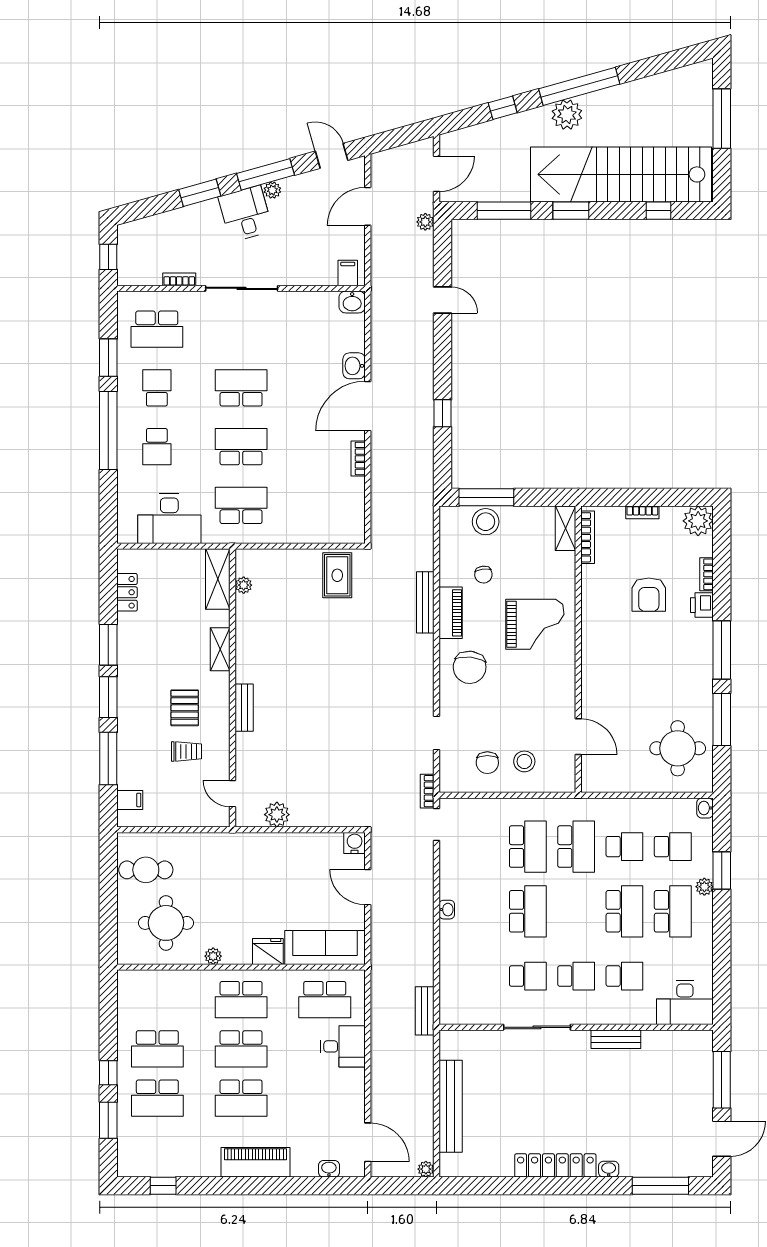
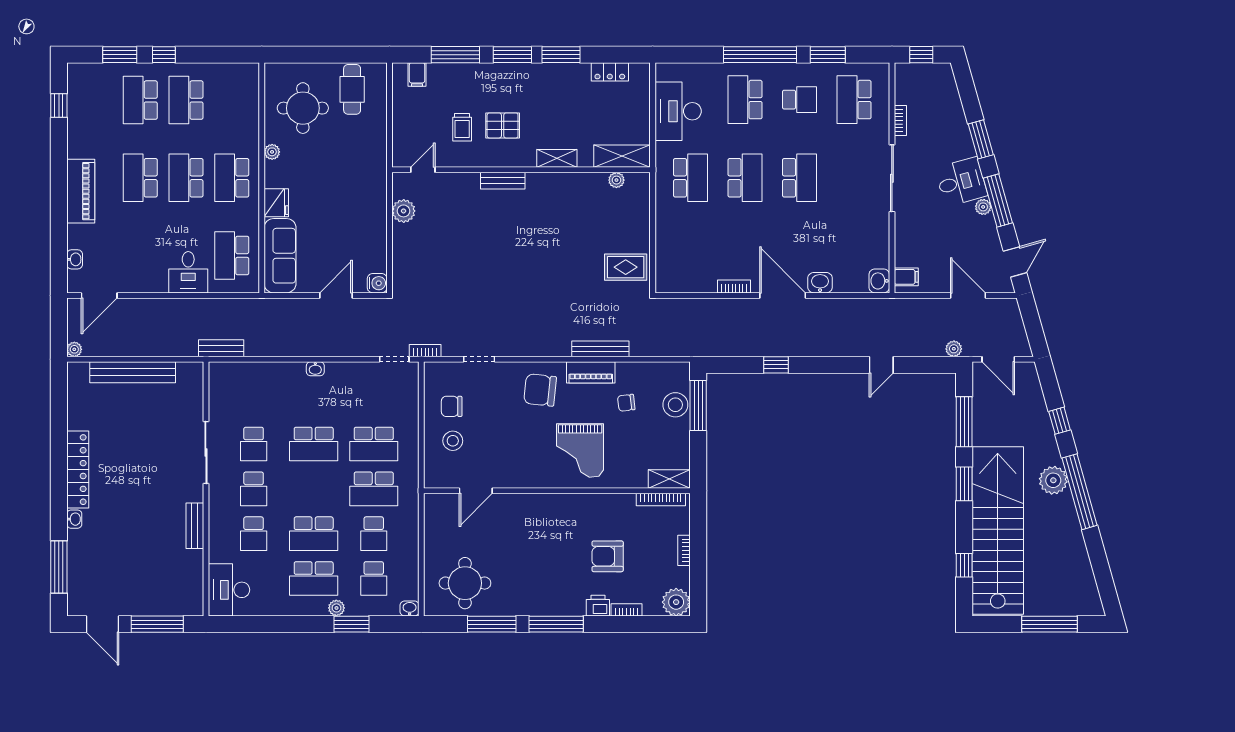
school desk: (157, 447) -> (745, 100), width x1.85

